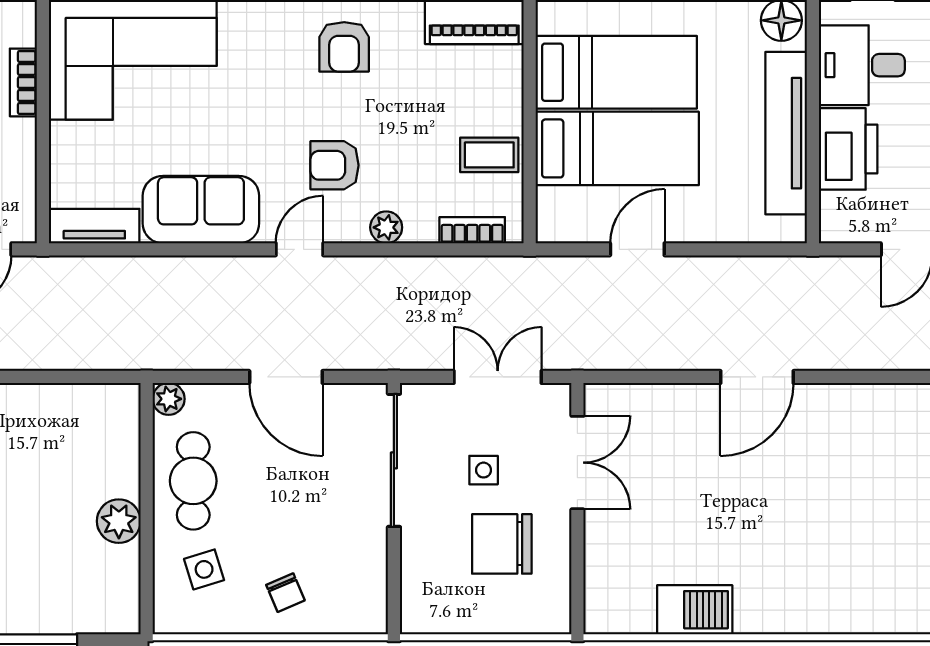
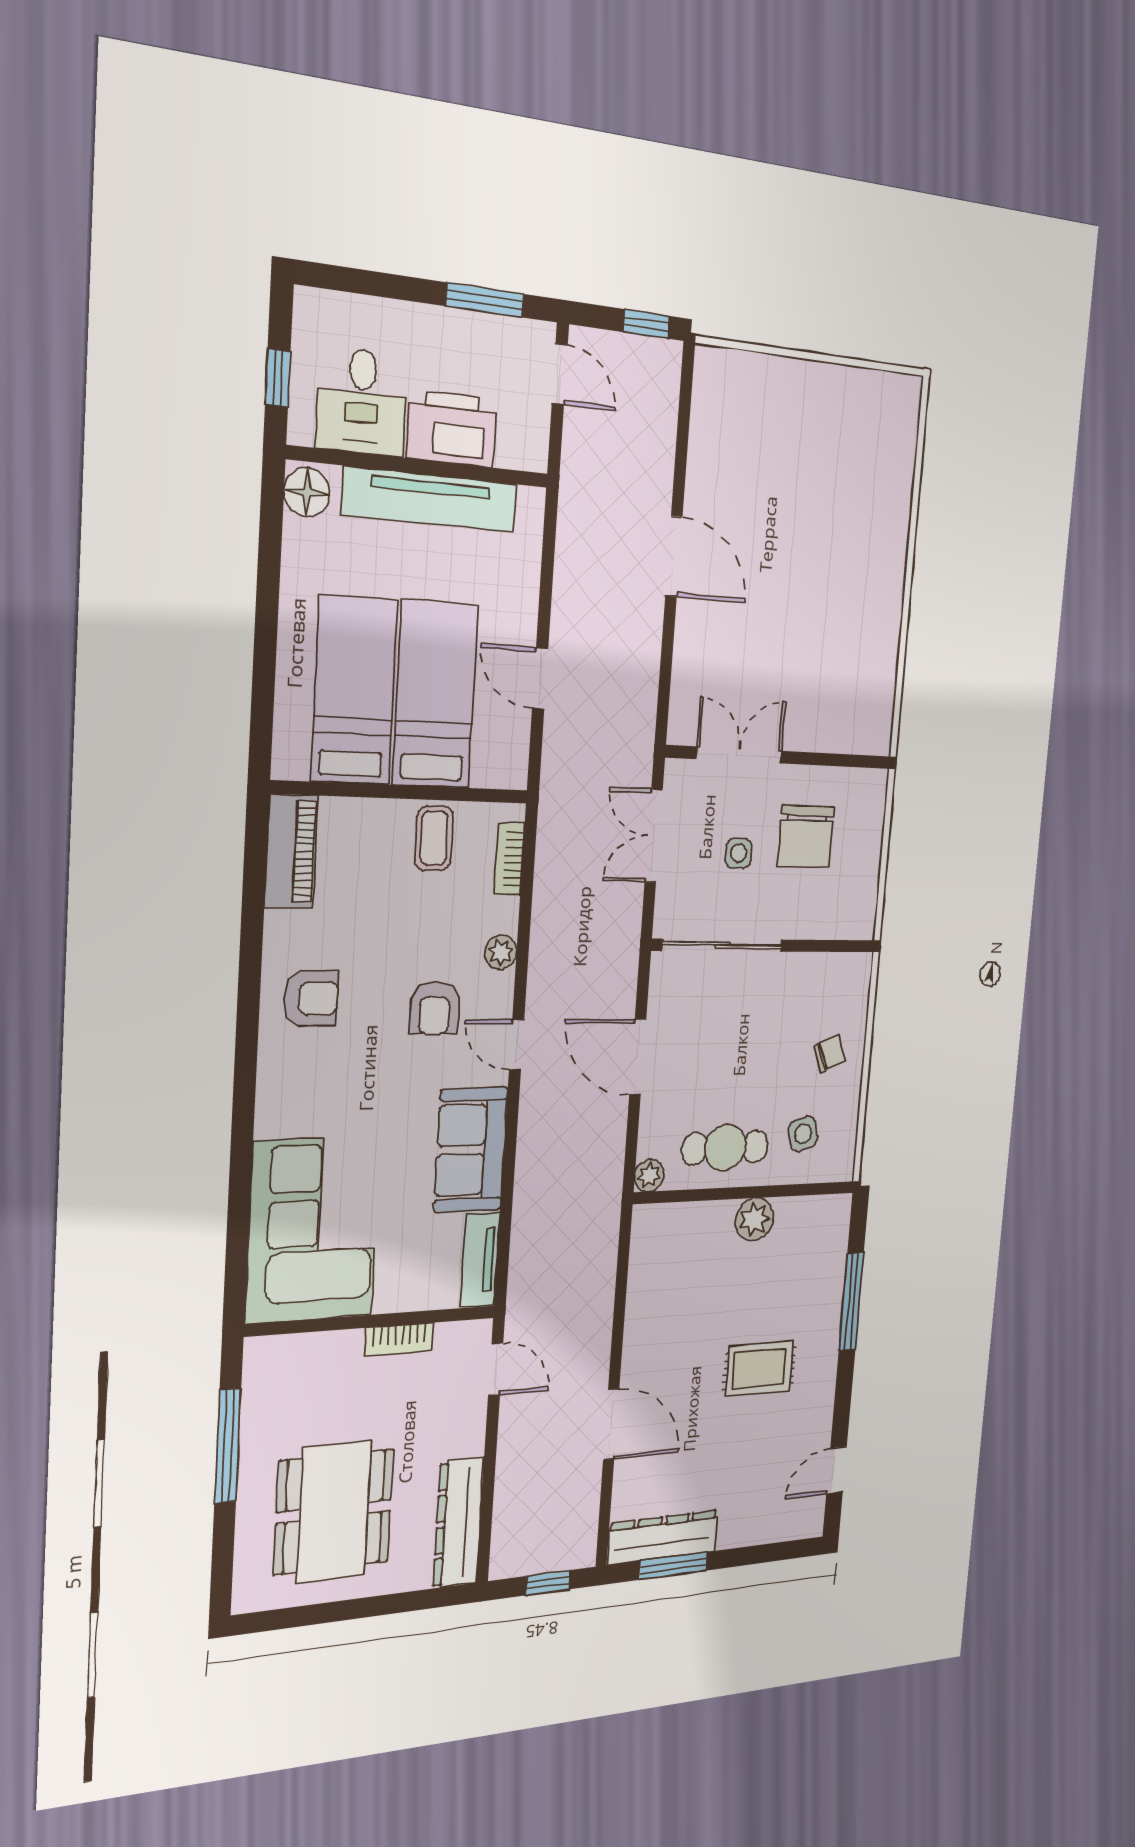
bookcase: (23, 82) -> (399, 1339), moved
door: (286, 377) -> (638, 1057), swing flipped
barbecue: (695, 610) -> (879, 641), removed

